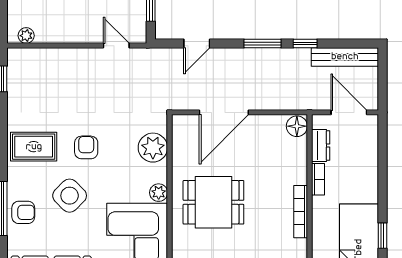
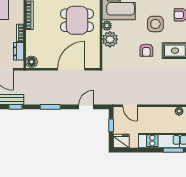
window: (305, 43) -> (16, 107), moved
plant: (153, 148) -> (110, 39), moved
side table: (70, 196) -> (155, 24), turned 45

